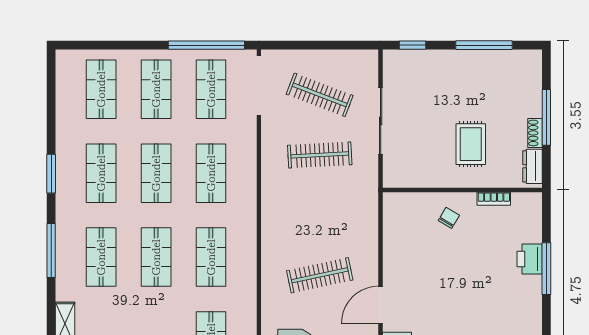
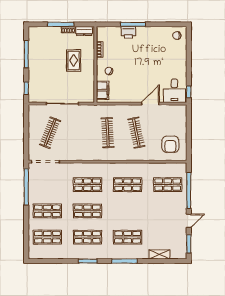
shop shelf: (211, 89) -> (47, 185), removed
rug: (471, 144) -> (74, 60), turned 90
clothes rail: (320, 155) -> (107, 133), moved
filing cabinet: (408, 205) -> (103, 90), added
shop shelf: (156, 257) -> (128, 211), removed
door: (381, 305) -> (150, 104), swing flipped

